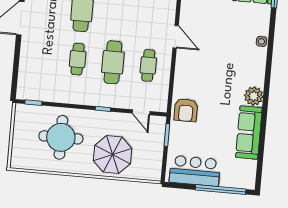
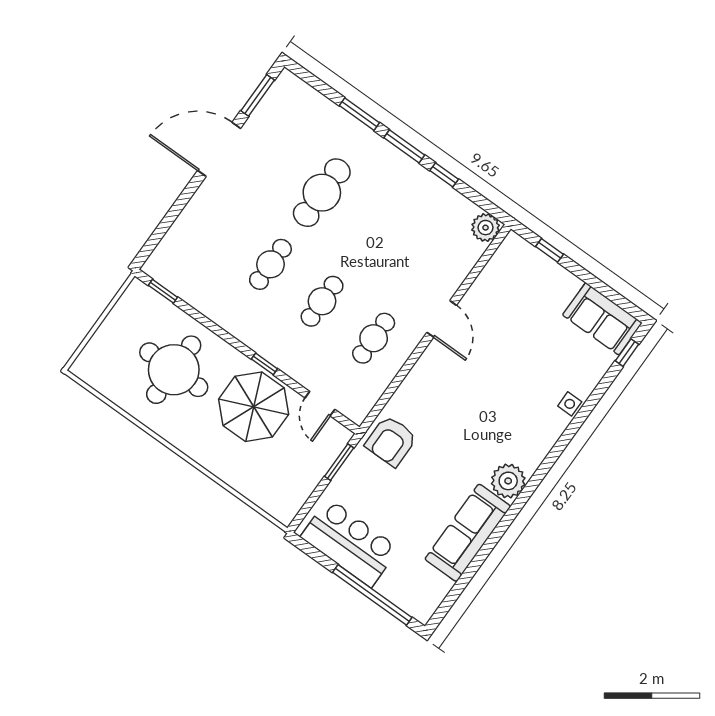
cafe table: (113, 62) -> (322, 301), width x0.73, depth x0.74
parasol: (113, 155) -> (254, 407), moved

